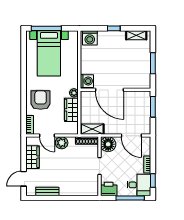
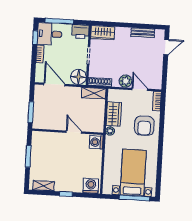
door: (110, 90) -> (74, 132), width x0.53
wardrobe: (32, 157) -> (103, 33), moved, turned -90

